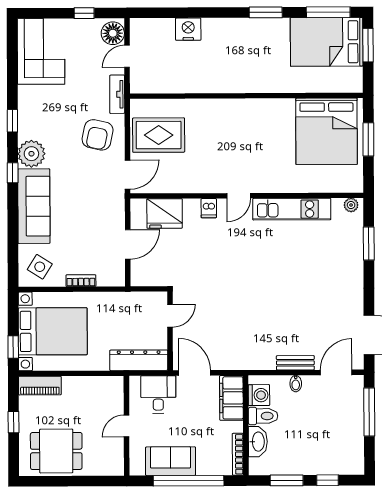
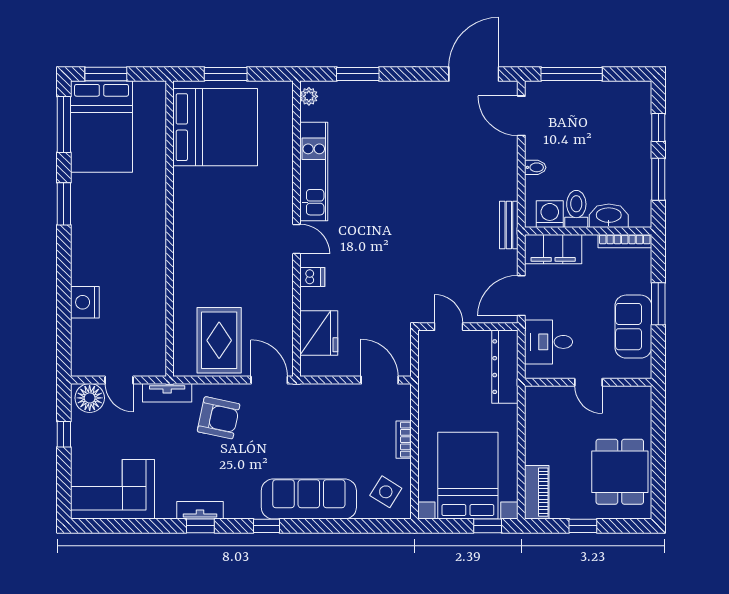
tv unit: (25, 120) -> (200, 510), added
plant: (31, 154) -> (242, 502), removed
door: (128, 244) -> (380, 380), moved
bench: (295, 363) -> (509, 225), moved
window: (189, 481) -> (658, 304), width x0.47

